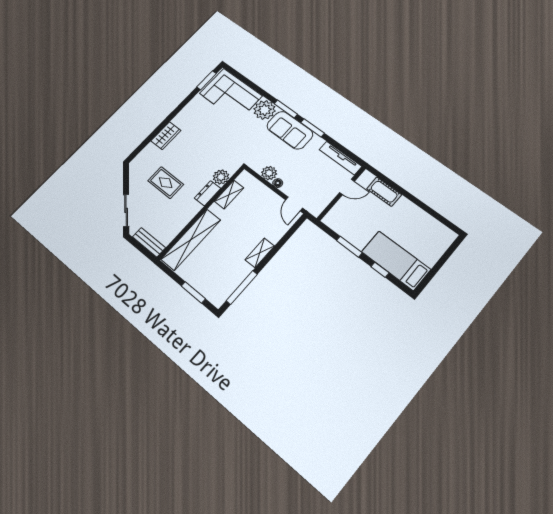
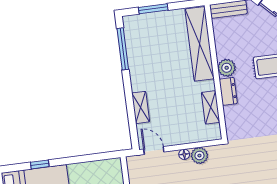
plant: (221, 177) -> (227, 68), moved
window: (349, 247) -> (79, 159), removed
shelving: (260, 253) -> (141, 107), moved

